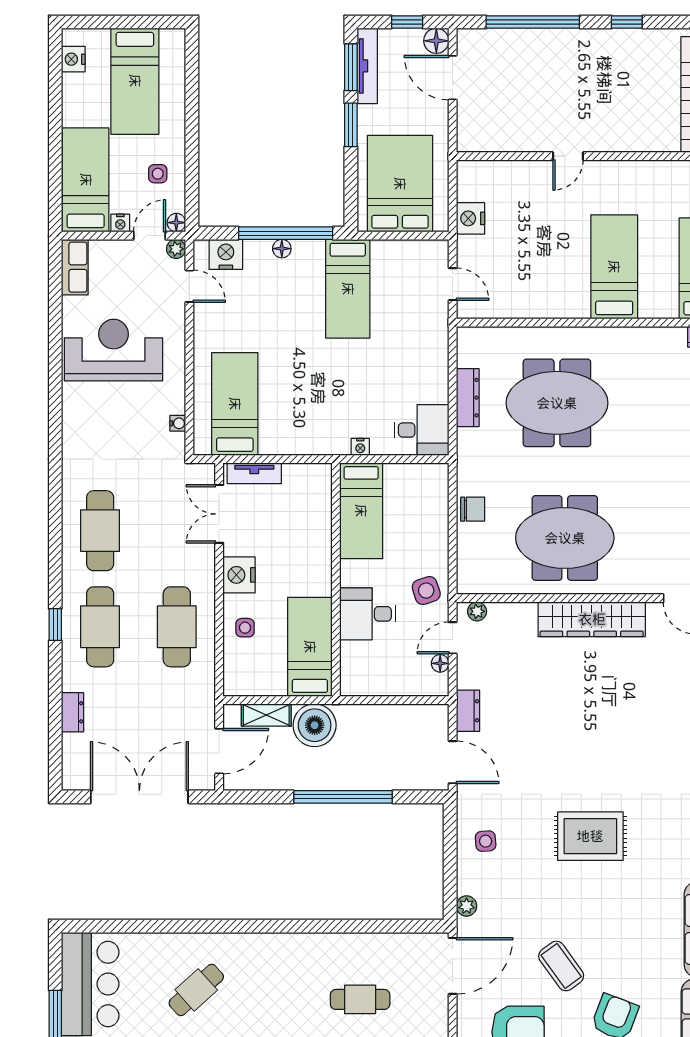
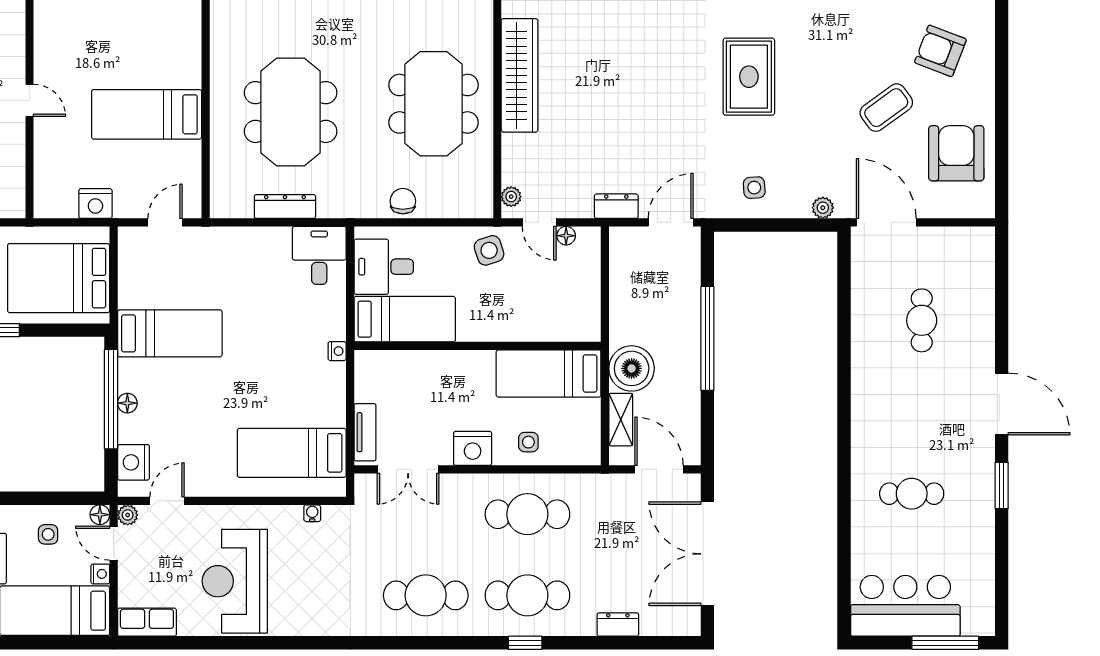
bed: (614, 267) -> (147, 114), moved
nightstand: (360, 447) -> (337, 351), moved
desk: (368, 614) -> (384, 267), moved, turned 90
cafe table: (196, 990) -> (912, 494), turned -48

